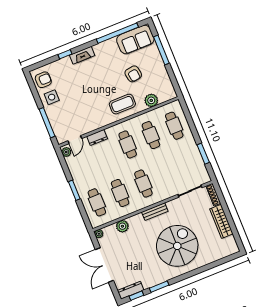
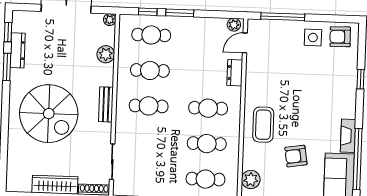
fireplace: (82, 55) -> (348, 136), moved
armchair: (43, 80) -> (340, 37), turned 89
plant: (151, 100) -> (251, 179), moved
door: (75, 140) -> (245, 43), hinge flipped
window: (83, 211) -> (148, 12), added
dresser: (131, 290) -> (18, 50), moved

